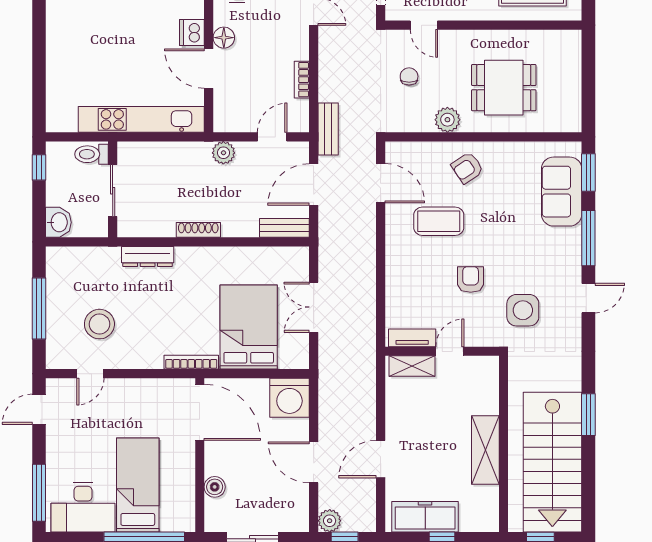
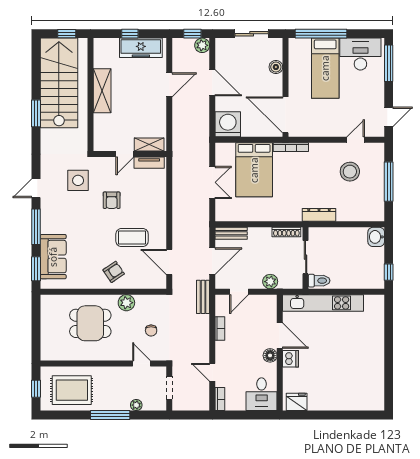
toilet: (92, 154) -> (319, 281), moved
wall: (113, 189) -> (306, 258), moved
sliding door: (113, 191) -> (306, 257), moved

